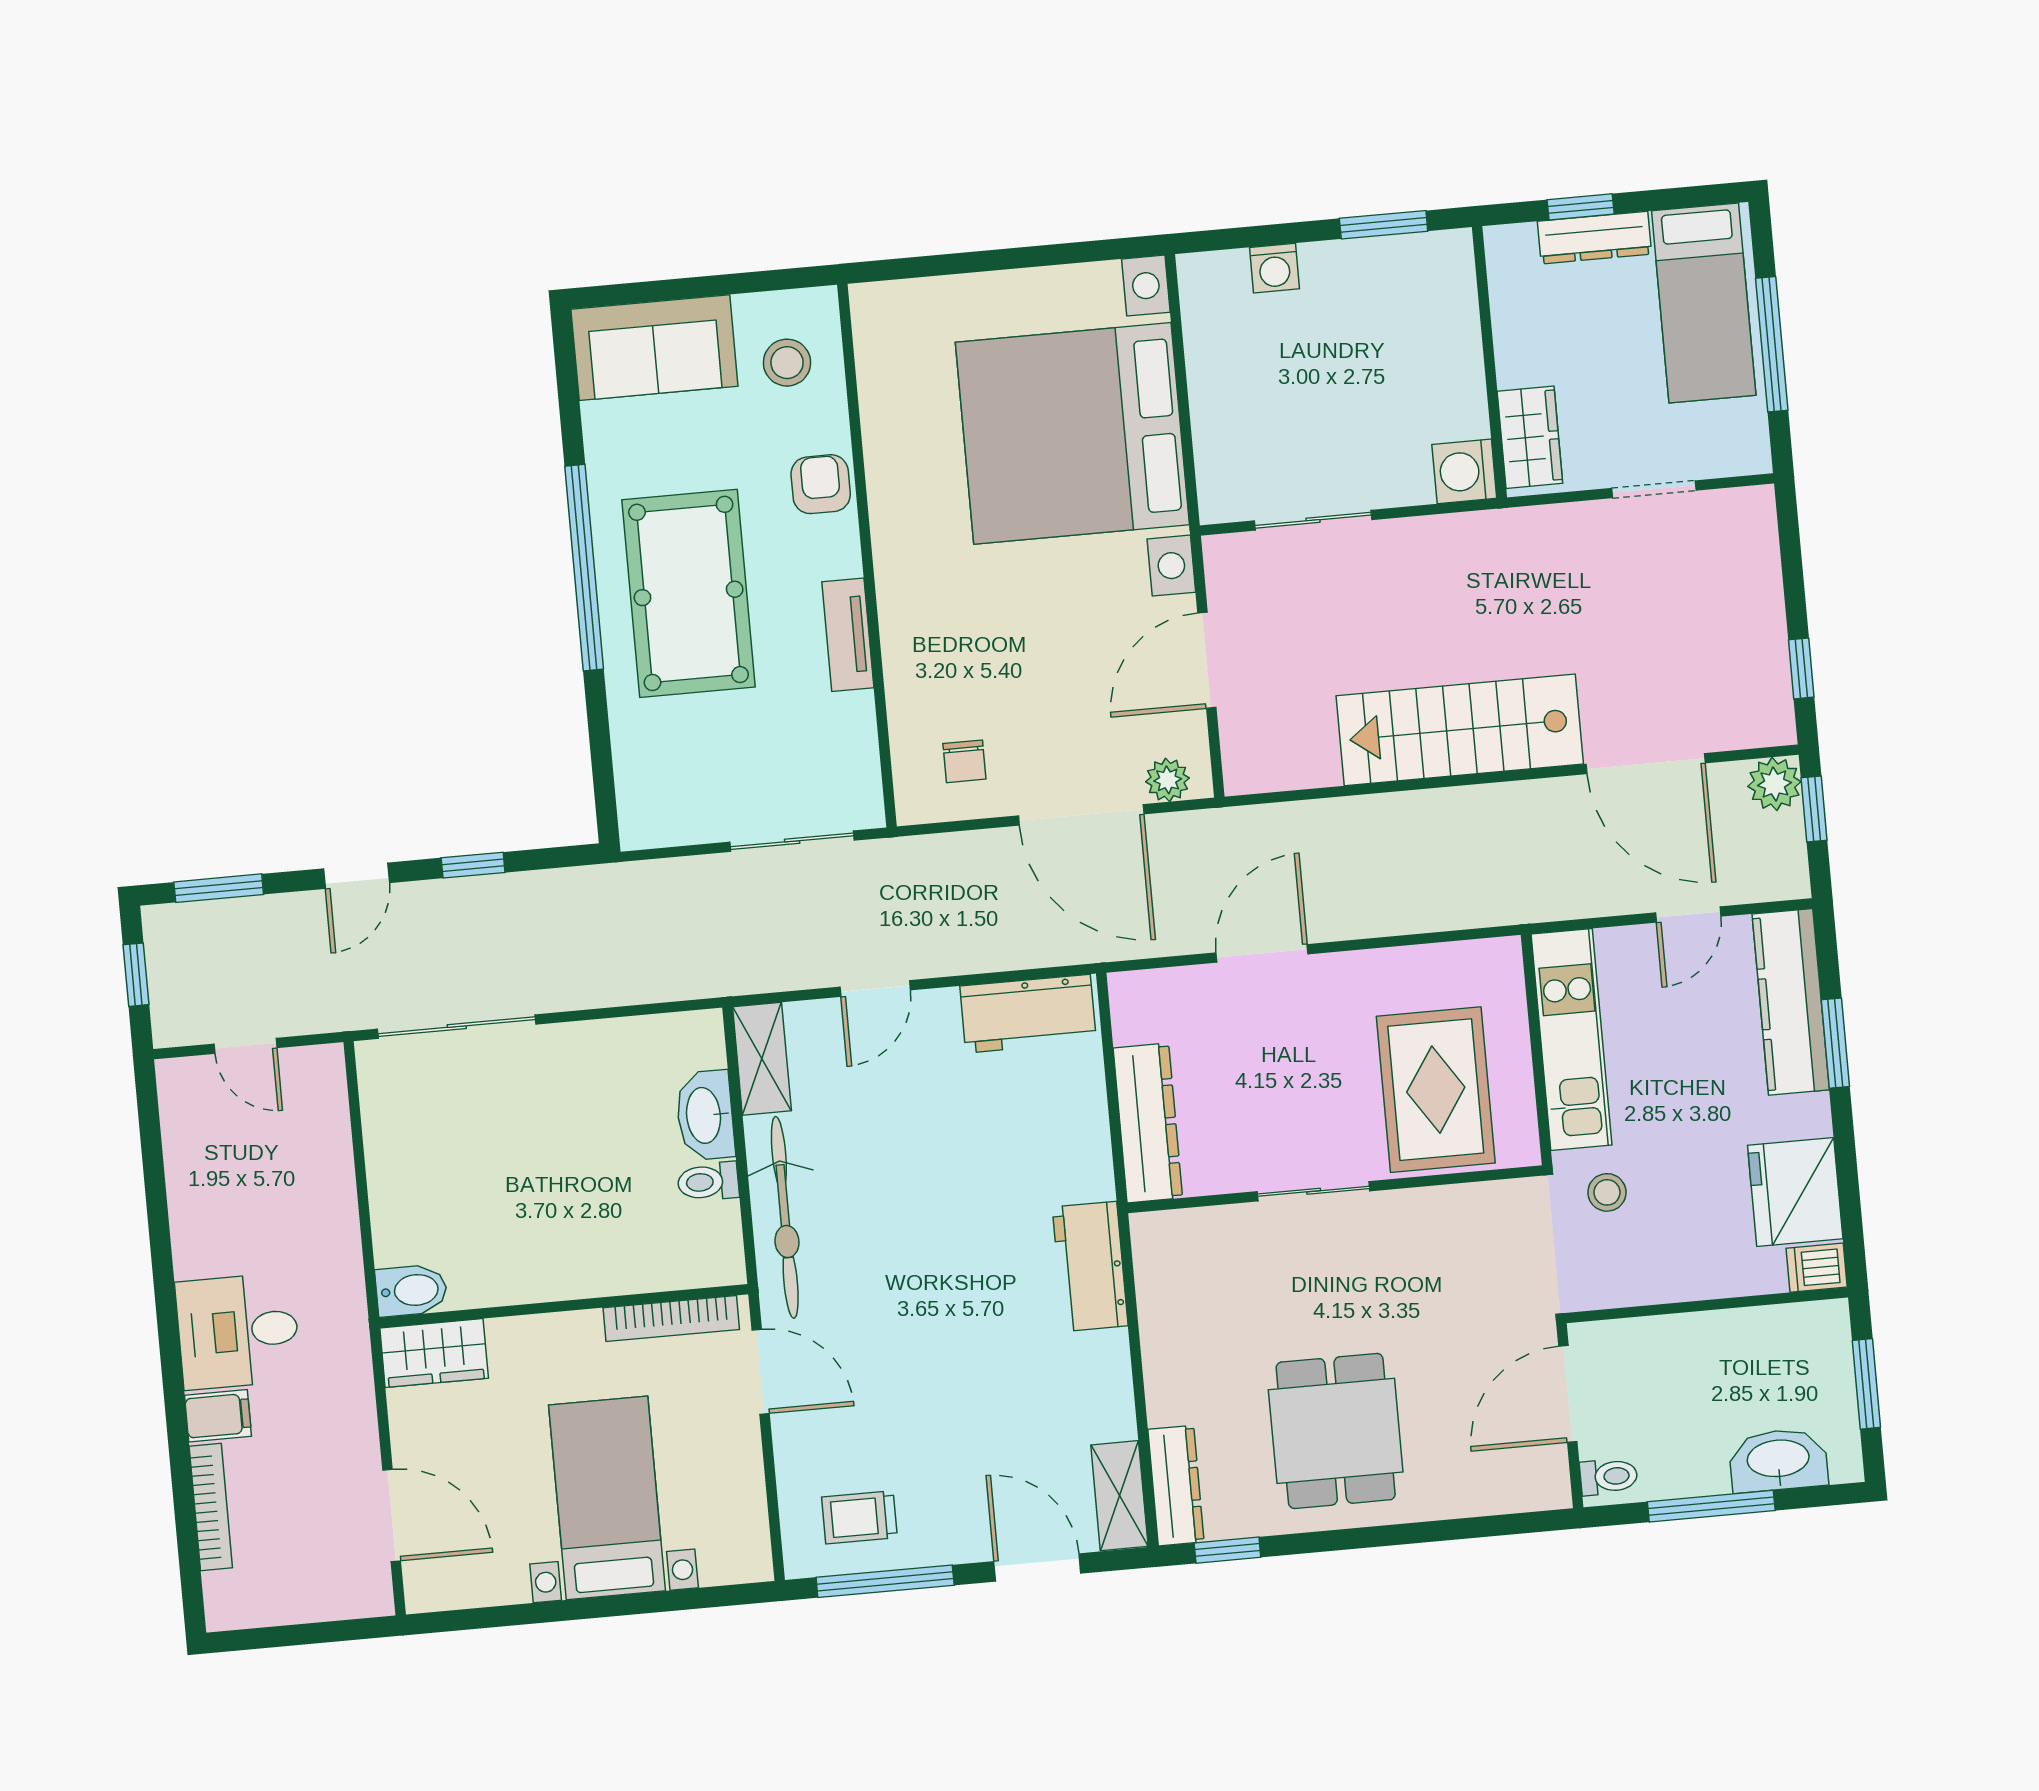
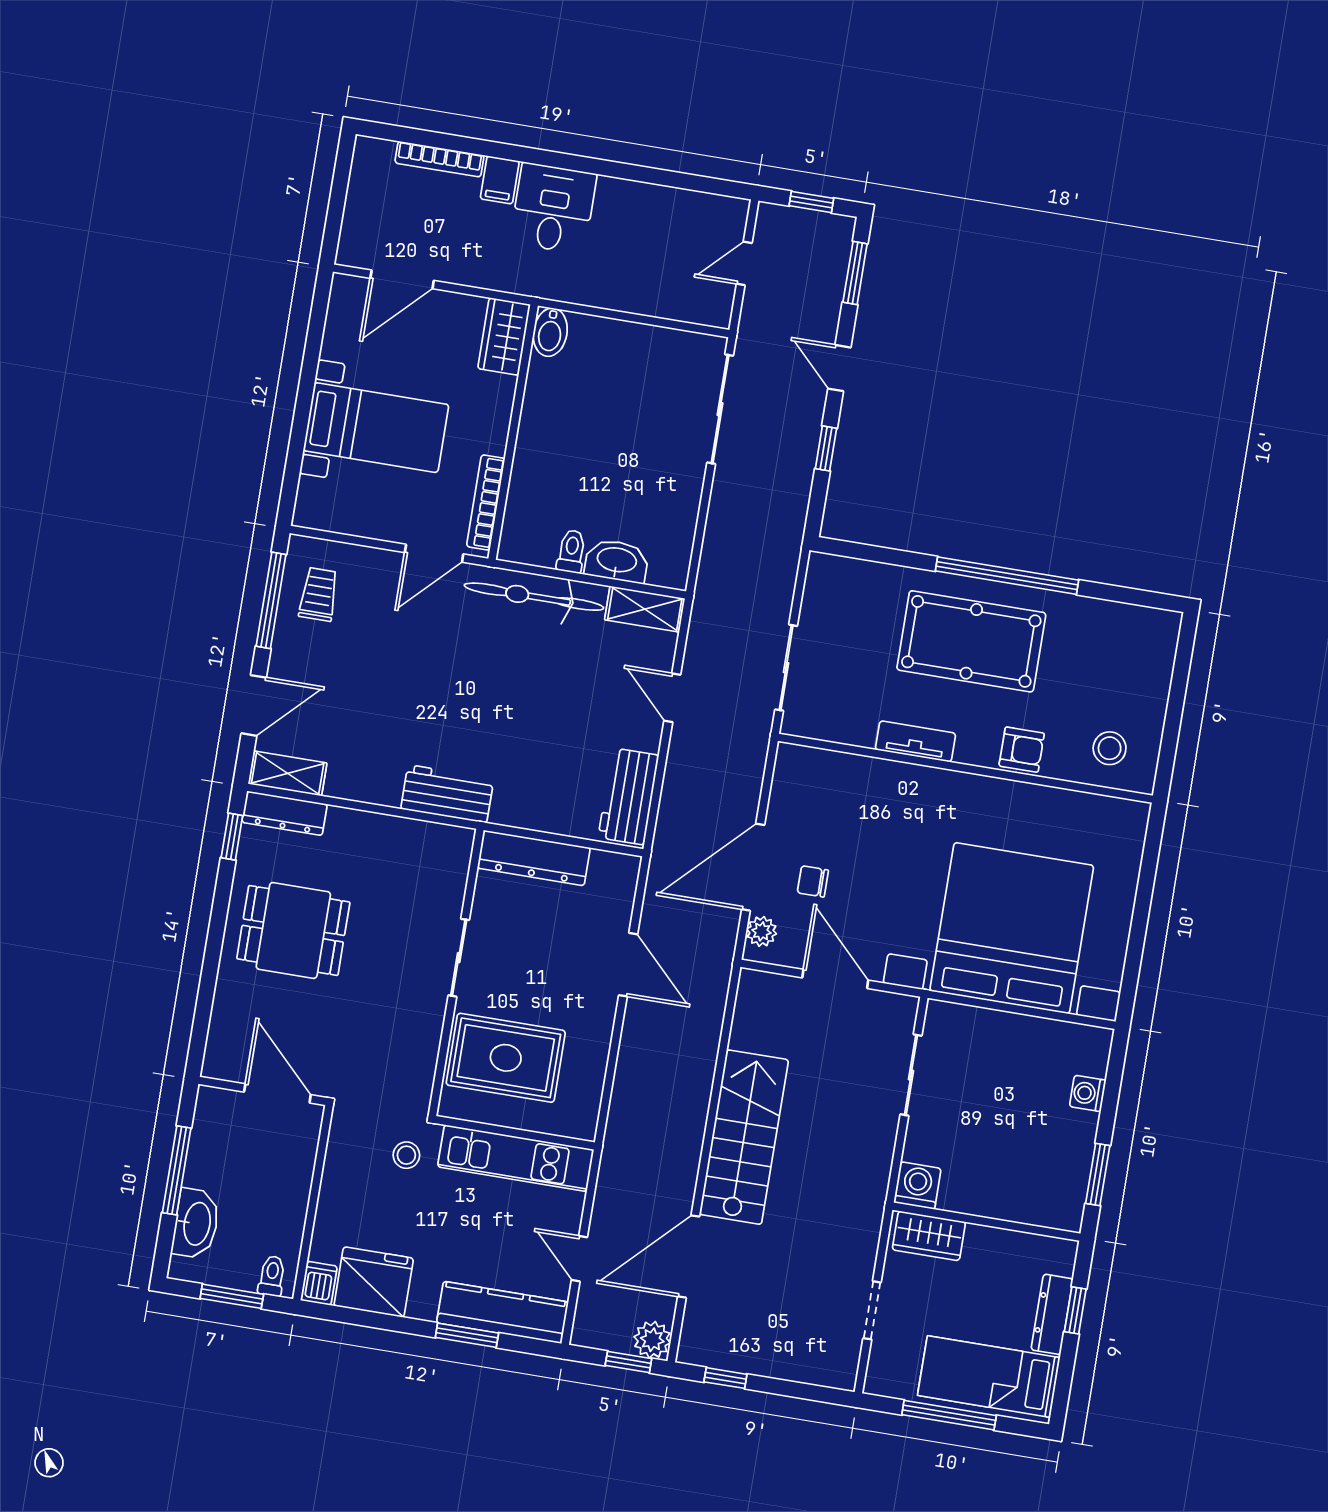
sofa: (654, 348) -> (1143, 661), removed
chair: (964, 761) -> (813, 881), moved
toilet: (1609, 1477) -> (272, 1276), moved, turned 180

